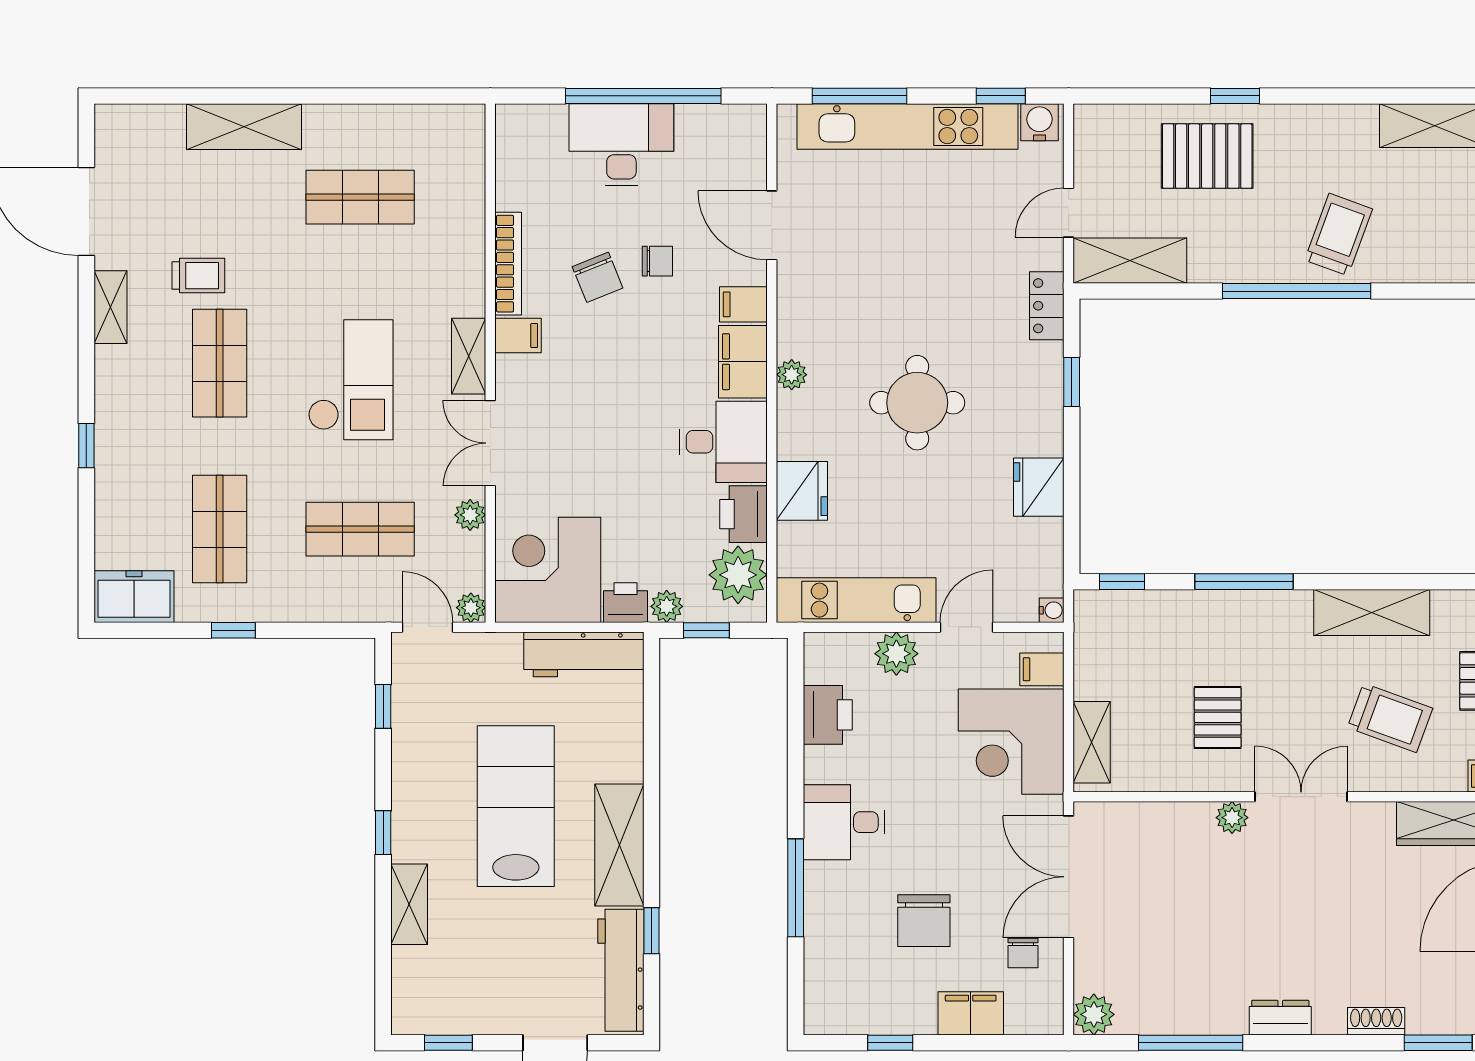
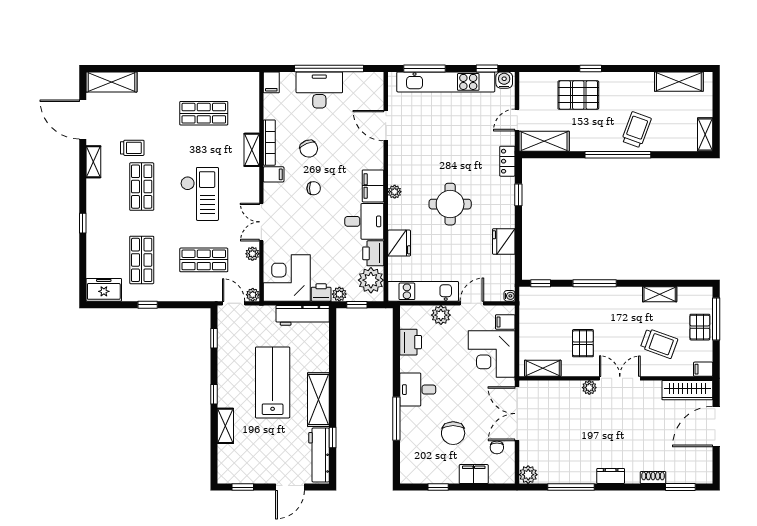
shelving: (244, 127) -> (112, 82), moved
chair: (657, 261) -> (314, 188), moved
filing cabinet: (743, 304) -> (271, 82), moved, turned -90
shelving: (469, 356) -> (252, 150), moved
shelving: (1372, 613) -> (660, 294), width x0.67, depth x0.75
shelving: (1092, 742) -> (543, 368), moved, turned 90

